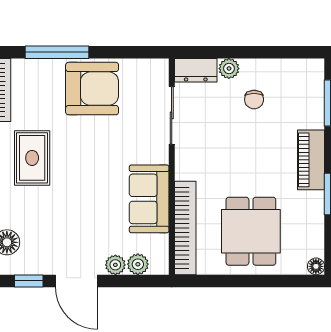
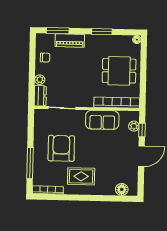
armchair: (92, 89) -> (61, 148), moved
chair: (254, 99) -> (45, 58), moved
piano: (311, 160) -> (70, 40), moved
plant: (115, 265) -> (134, 137), removed
window: (29, 281) -> (142, 130), moved

